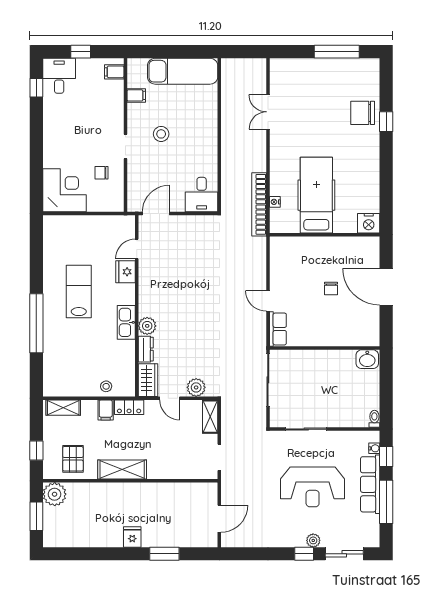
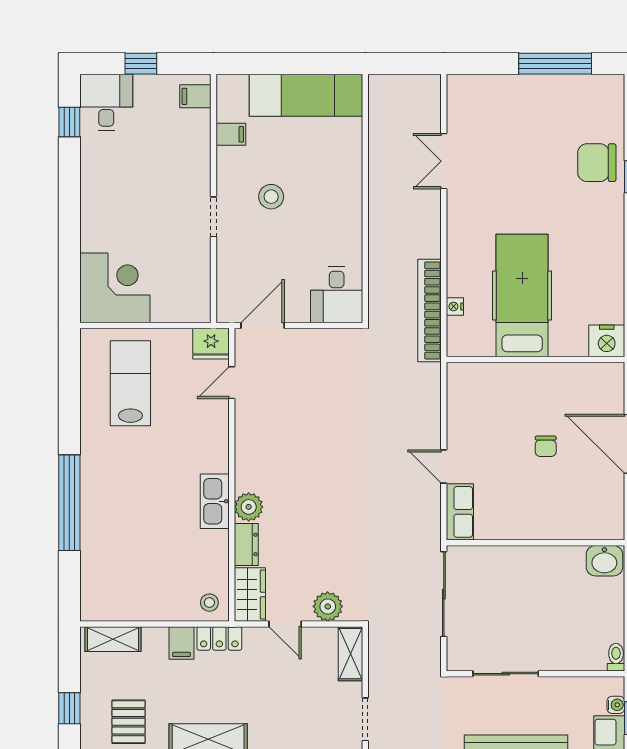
chair: (101, 173) -> (175, 259), removed
fridge: (125, 272) -> (211, 344), moved, turned -90
lab bench: (79, 292) -> (130, 383), moved
stool: (106, 386) -> (209, 603), moved

